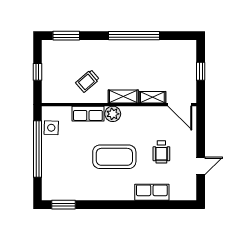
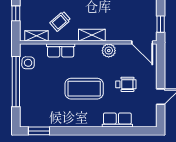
window: (201, 71) -> (161, 24), moved
shelving: (152, 97) -> (37, 36), moved
plant: (113, 114) -> (109, 51), moved
wheelchair: (161, 152) -> (126, 84), turned -90

